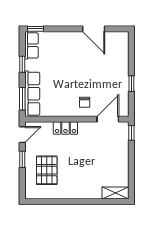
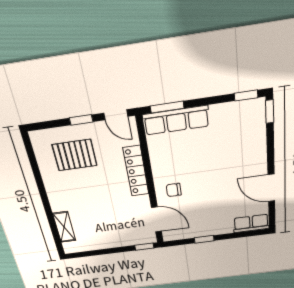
door: (94, 29) -> (271, 188), hinge flipped
row of seats: (31, 45) -> (251, 223), moved, turned 180
window: (22, 64) -> (246, 95), moved
locker: (65, 128) -> (136, 171), width x1.53
shelving: (115, 193) -> (64, 227), moved

